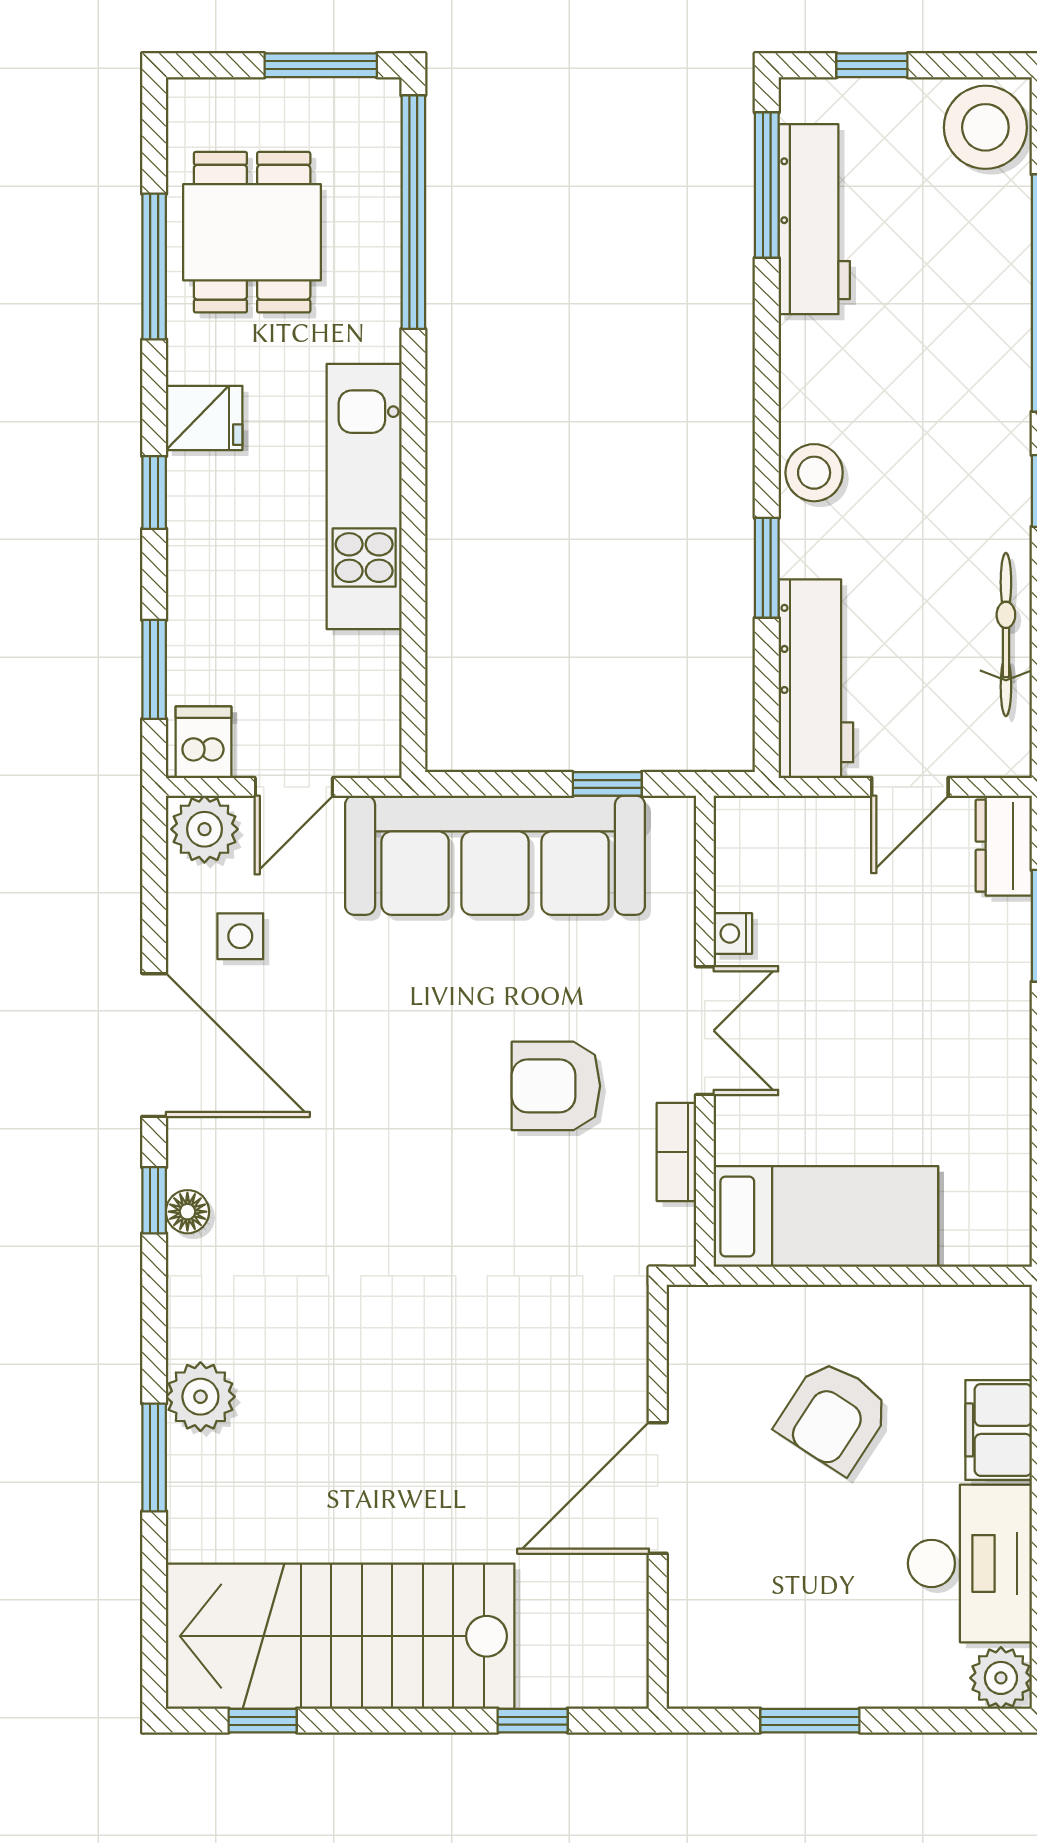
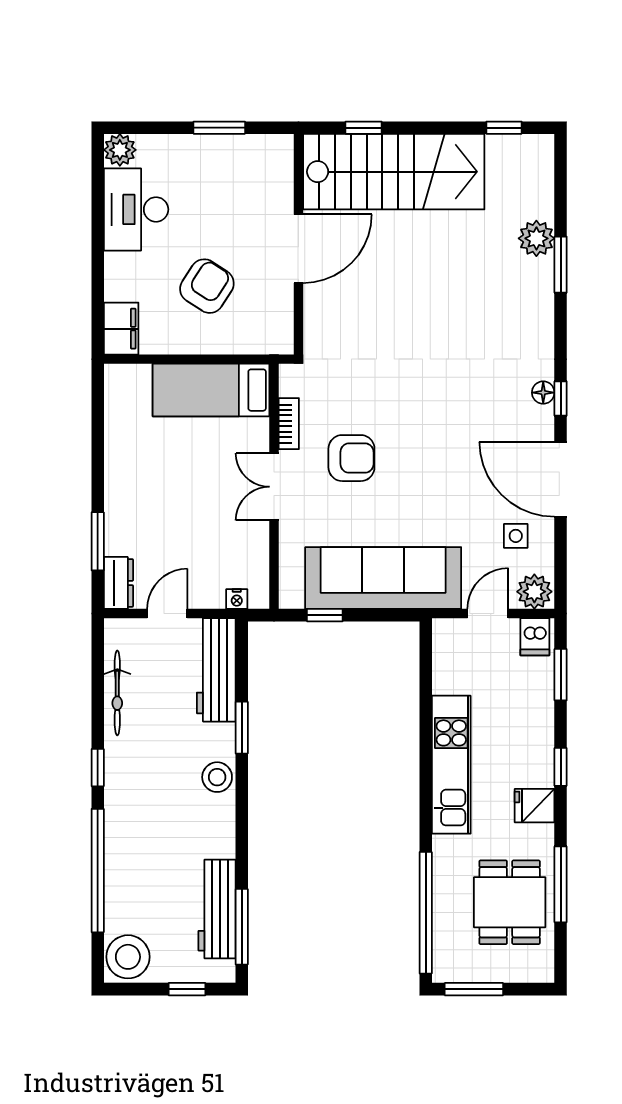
nightstand: (733, 933) -> (237, 599), moved, turned 90
plant: (200, 1397) -> (536, 238), moved
filing cabinet: (999, 1430) -> (121, 329), moved
stairs: (340, 1636) -> (394, 172), moved

